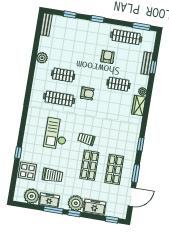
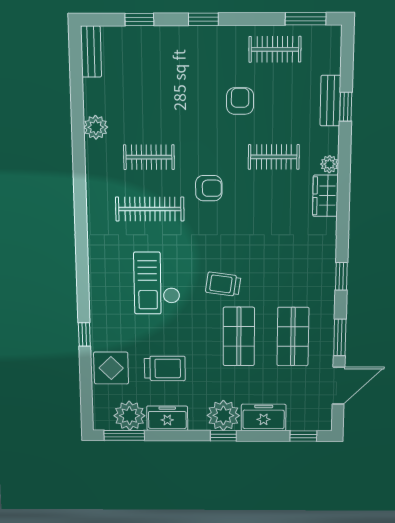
clothes rail: (126, 37) -> (275, 49), width x0.73
window: (53, 210) -> (124, 435), moved

